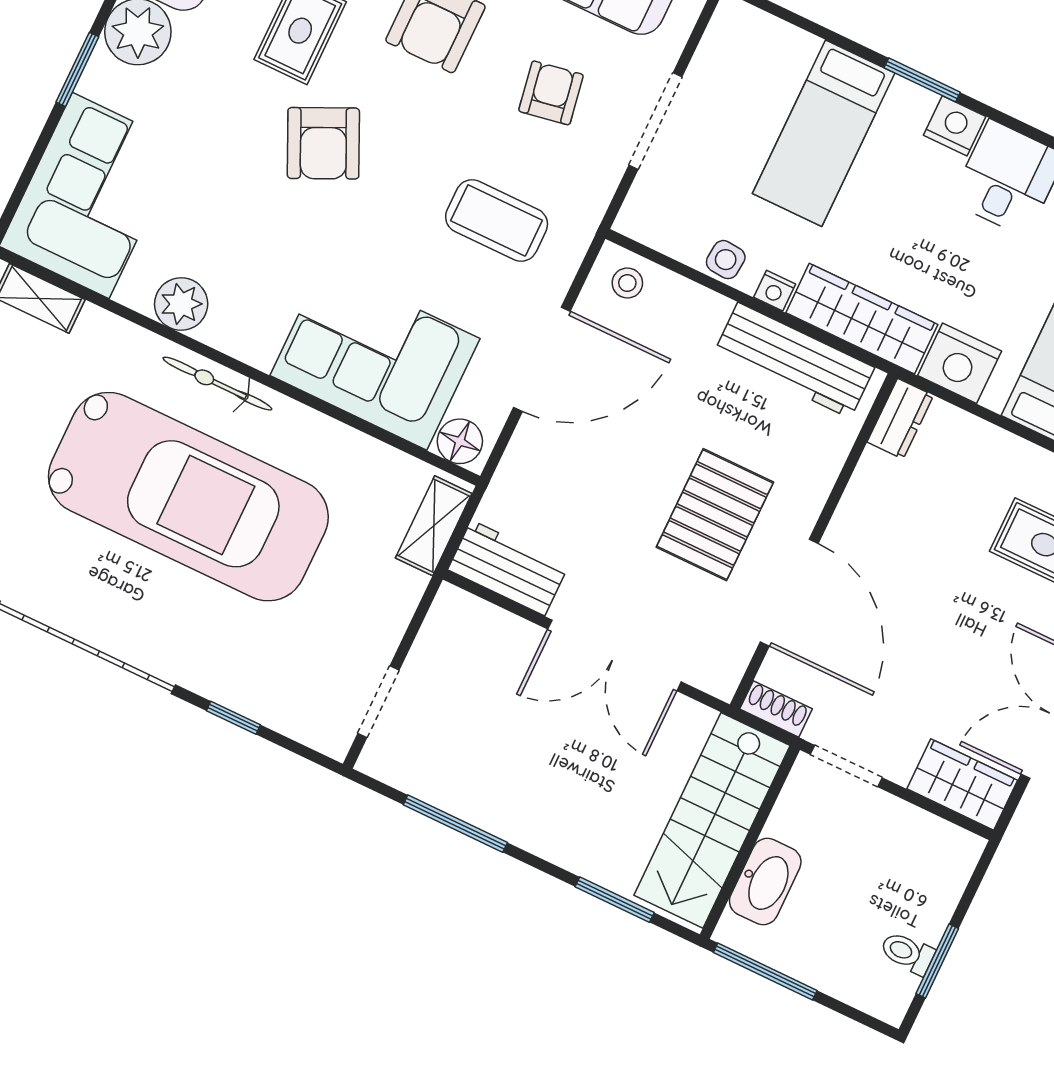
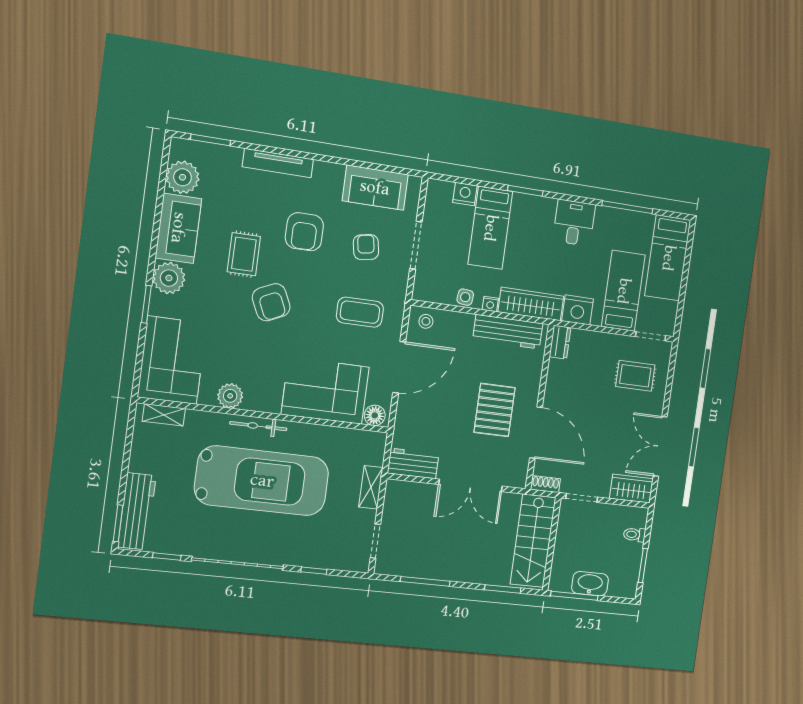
nightstand: (955, 126) -> (465, 194), moved
shelving: (434, 526) -> (371, 487), moved
washbasin: (765, 881) -> (590, 584), moved, turned -90
toilet: (907, 953) -> (634, 535), moved

